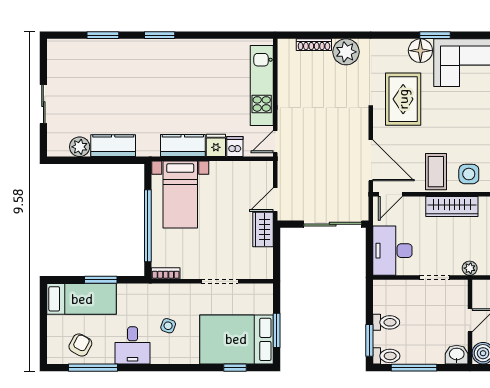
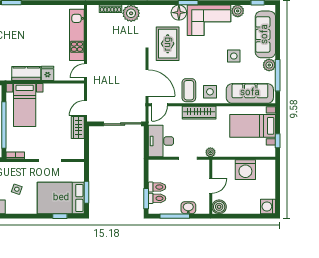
dishwasher: (235, 147) -> (60, 74), removed
washbasin: (457, 355) -> (188, 208), moved
toilet: (386, 356) -> (157, 198), moved

